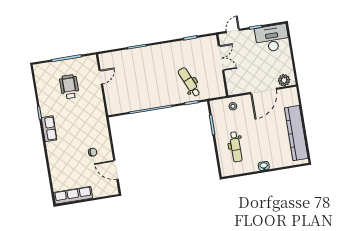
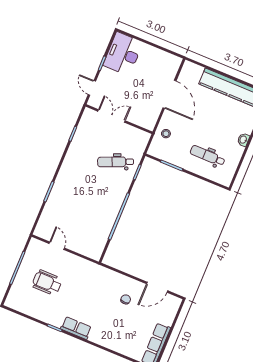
plant: (284, 80) -> (172, 68), removed
dental chair: (236, 147) -> (208, 156), turned 180

